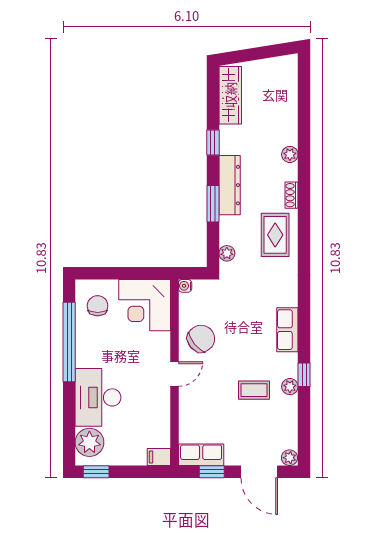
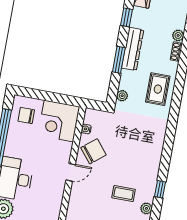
shoe rack: (292, 195) -> (176, 52), moved
water cooler: (185, 286) -> (86, 129), moved
chair: (98, 306) -> (26, 115), turned -90
row of seats: (287, 330) -> (154, 156), removed
plant: (290, 387) -> (146, 208), moved

